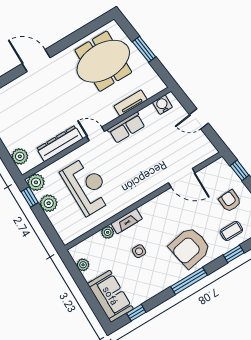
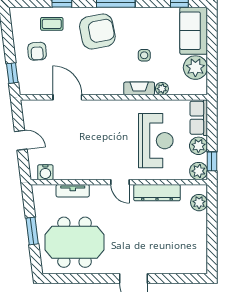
row of seats: (126, 128) -> (199, 118), moved, turned -90
reception desk: (87, 186) -> (156, 141), turned 180
plant: (83, 265) -> (195, 68), width x1.88, depth x1.88

